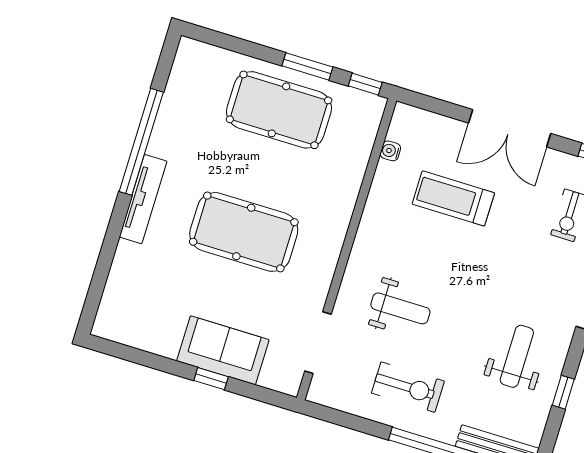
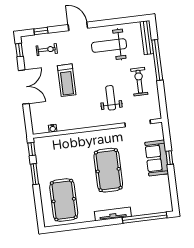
pool table: (279, 110) -> (64, 200), moved
window: (141, 142) -> (145, 218), moved
treadmill: (453, 198) -> (67, 80), moved
weight bench: (517, 356) -> (109, 46), width x1.36, depth x1.33
window: (563, 392) -> (115, 22), removed

